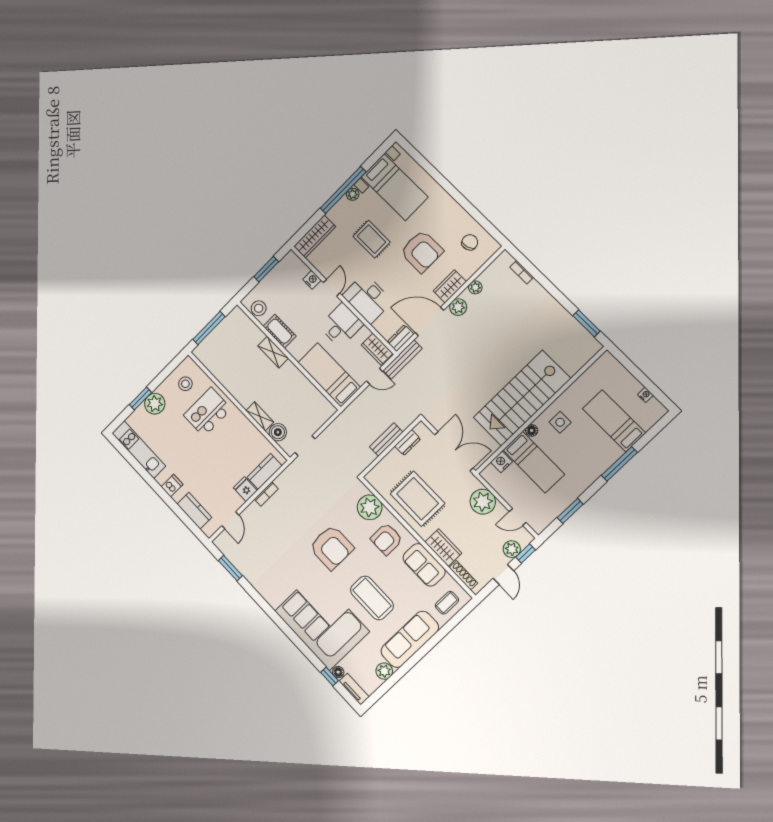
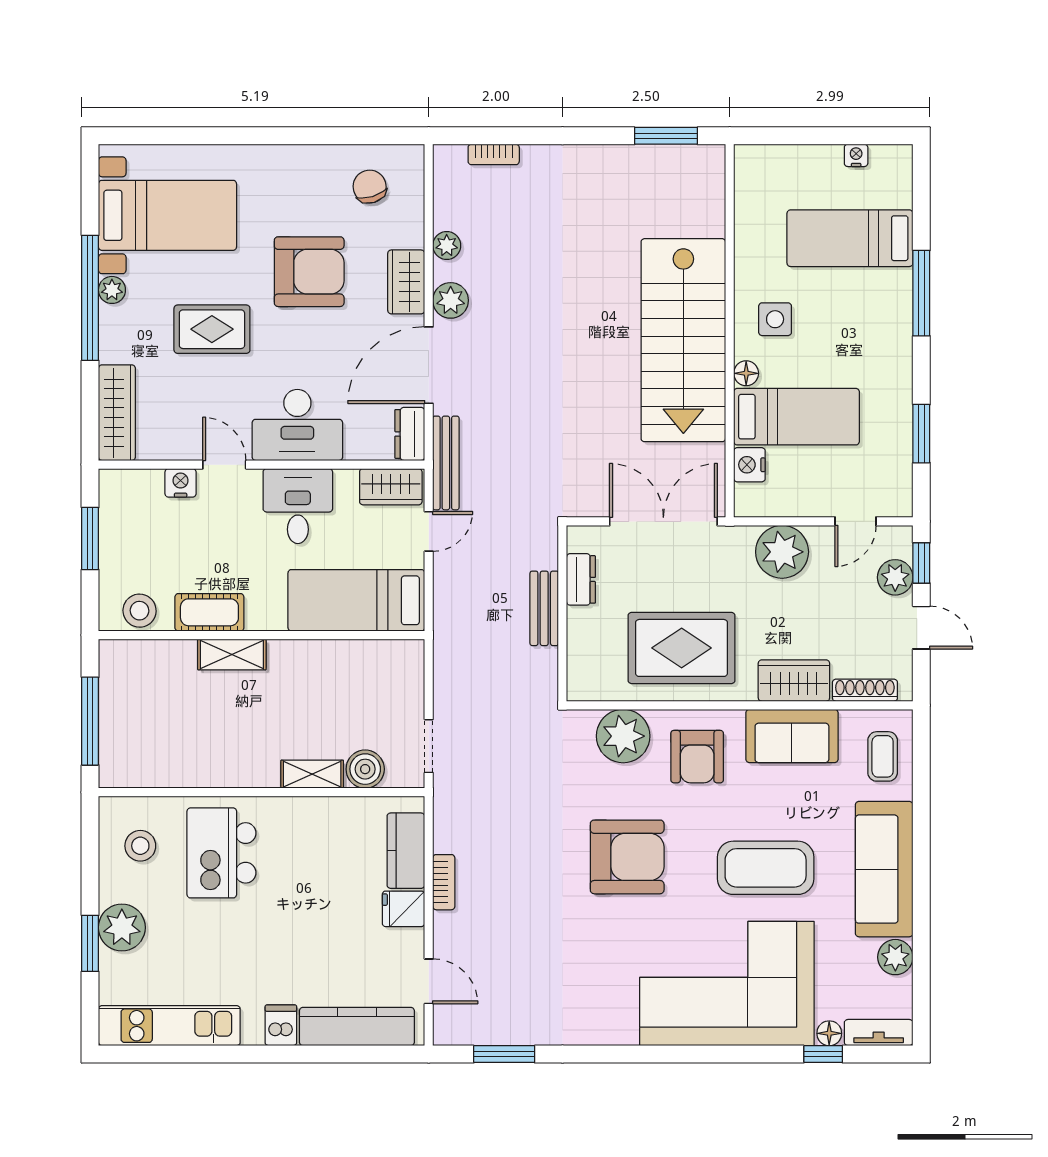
kitchen counter: (194, 511) -> (357, 1027), width x1.50

